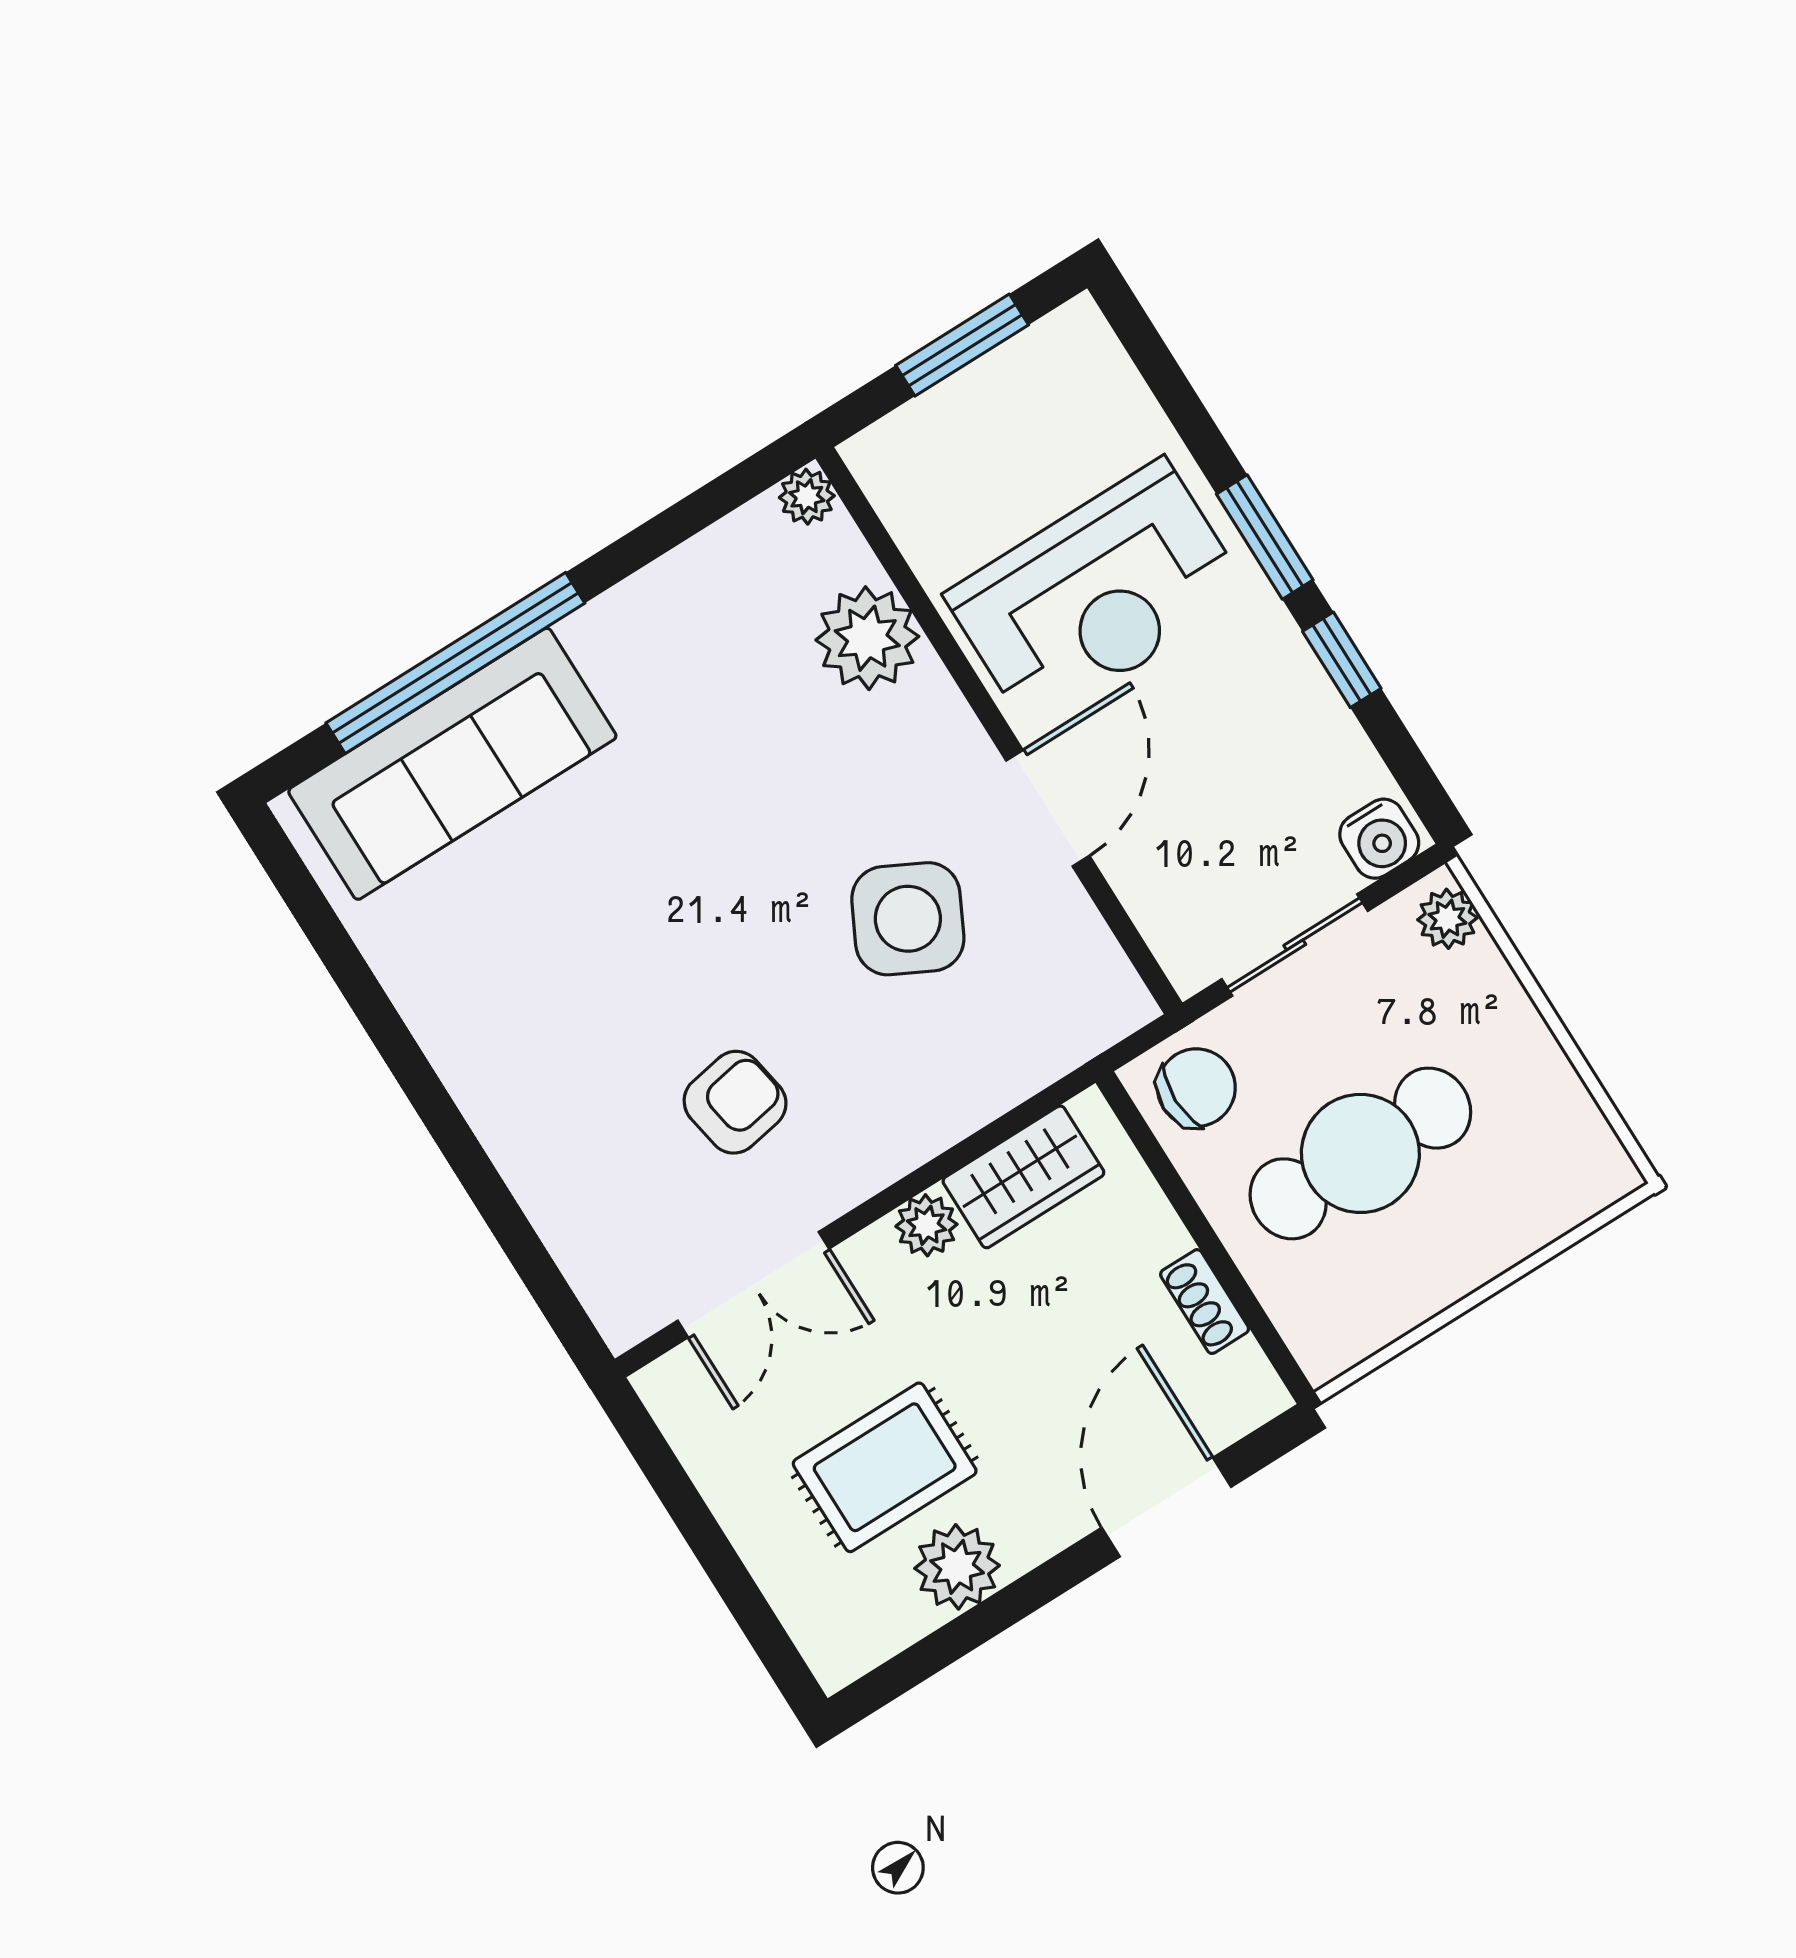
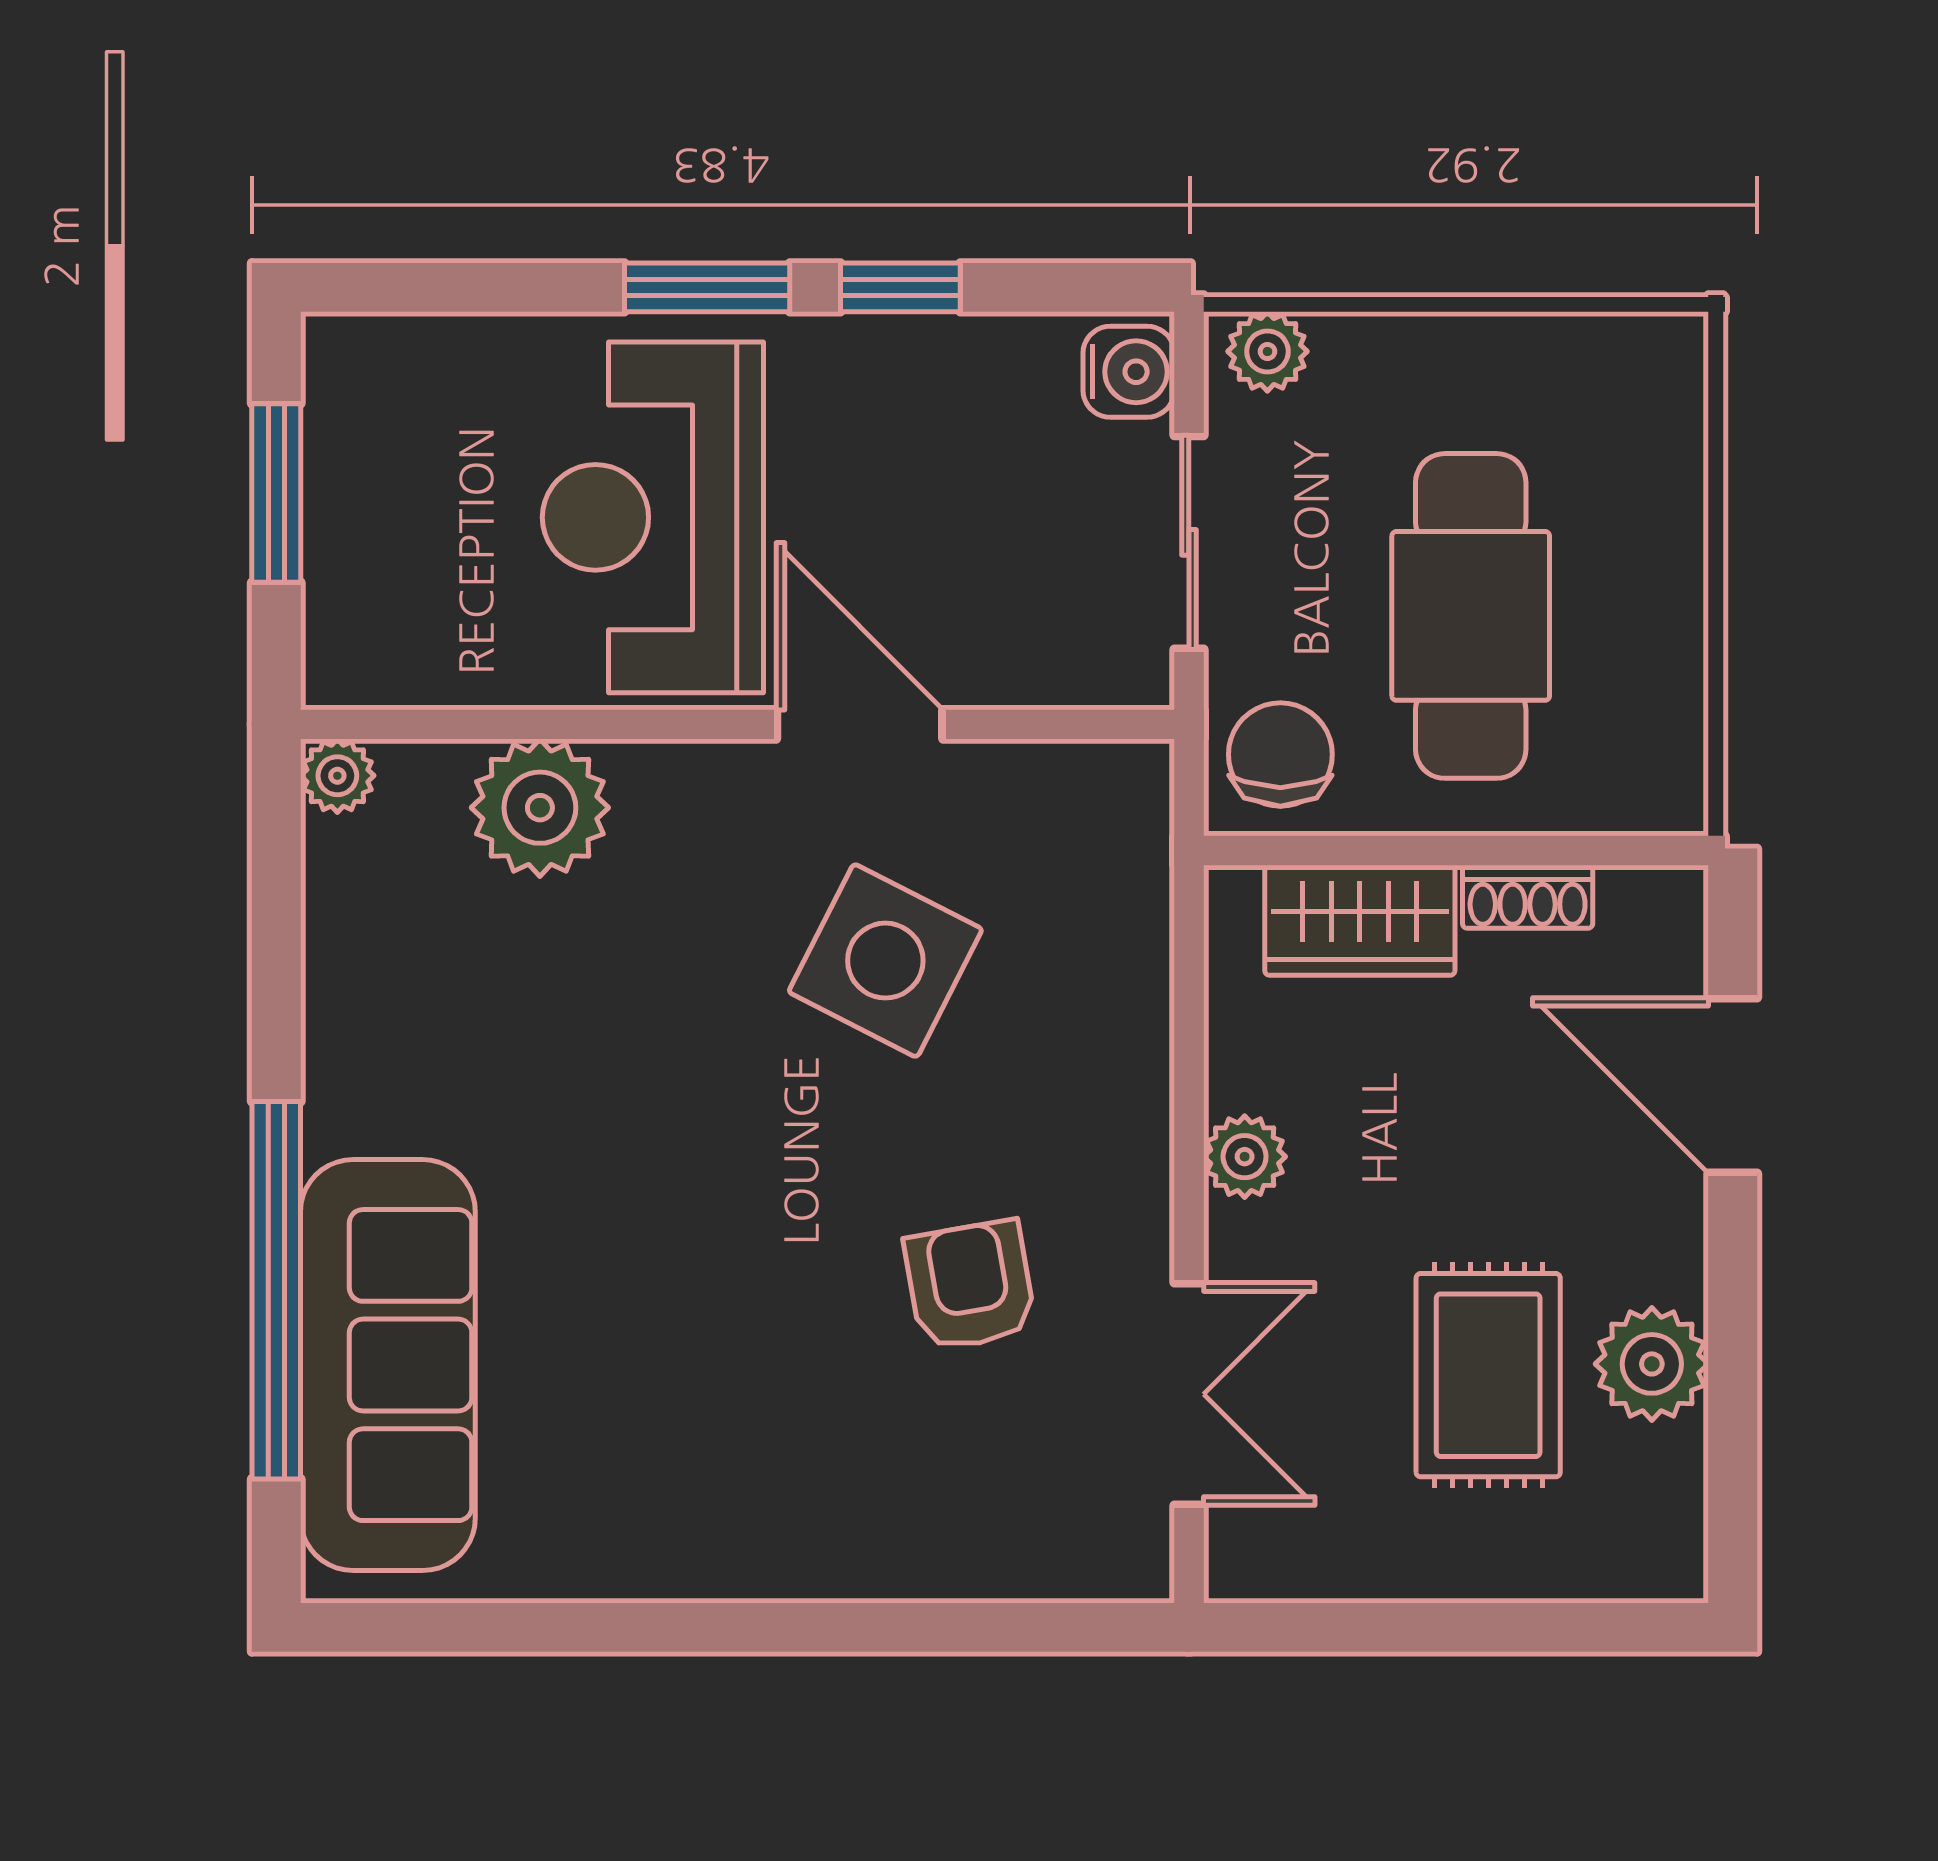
reception desk: (1097, 594) -> (653, 517), turned 180
wardrobe: (1023, 1177) -> (1360, 920), moved, turned 90

